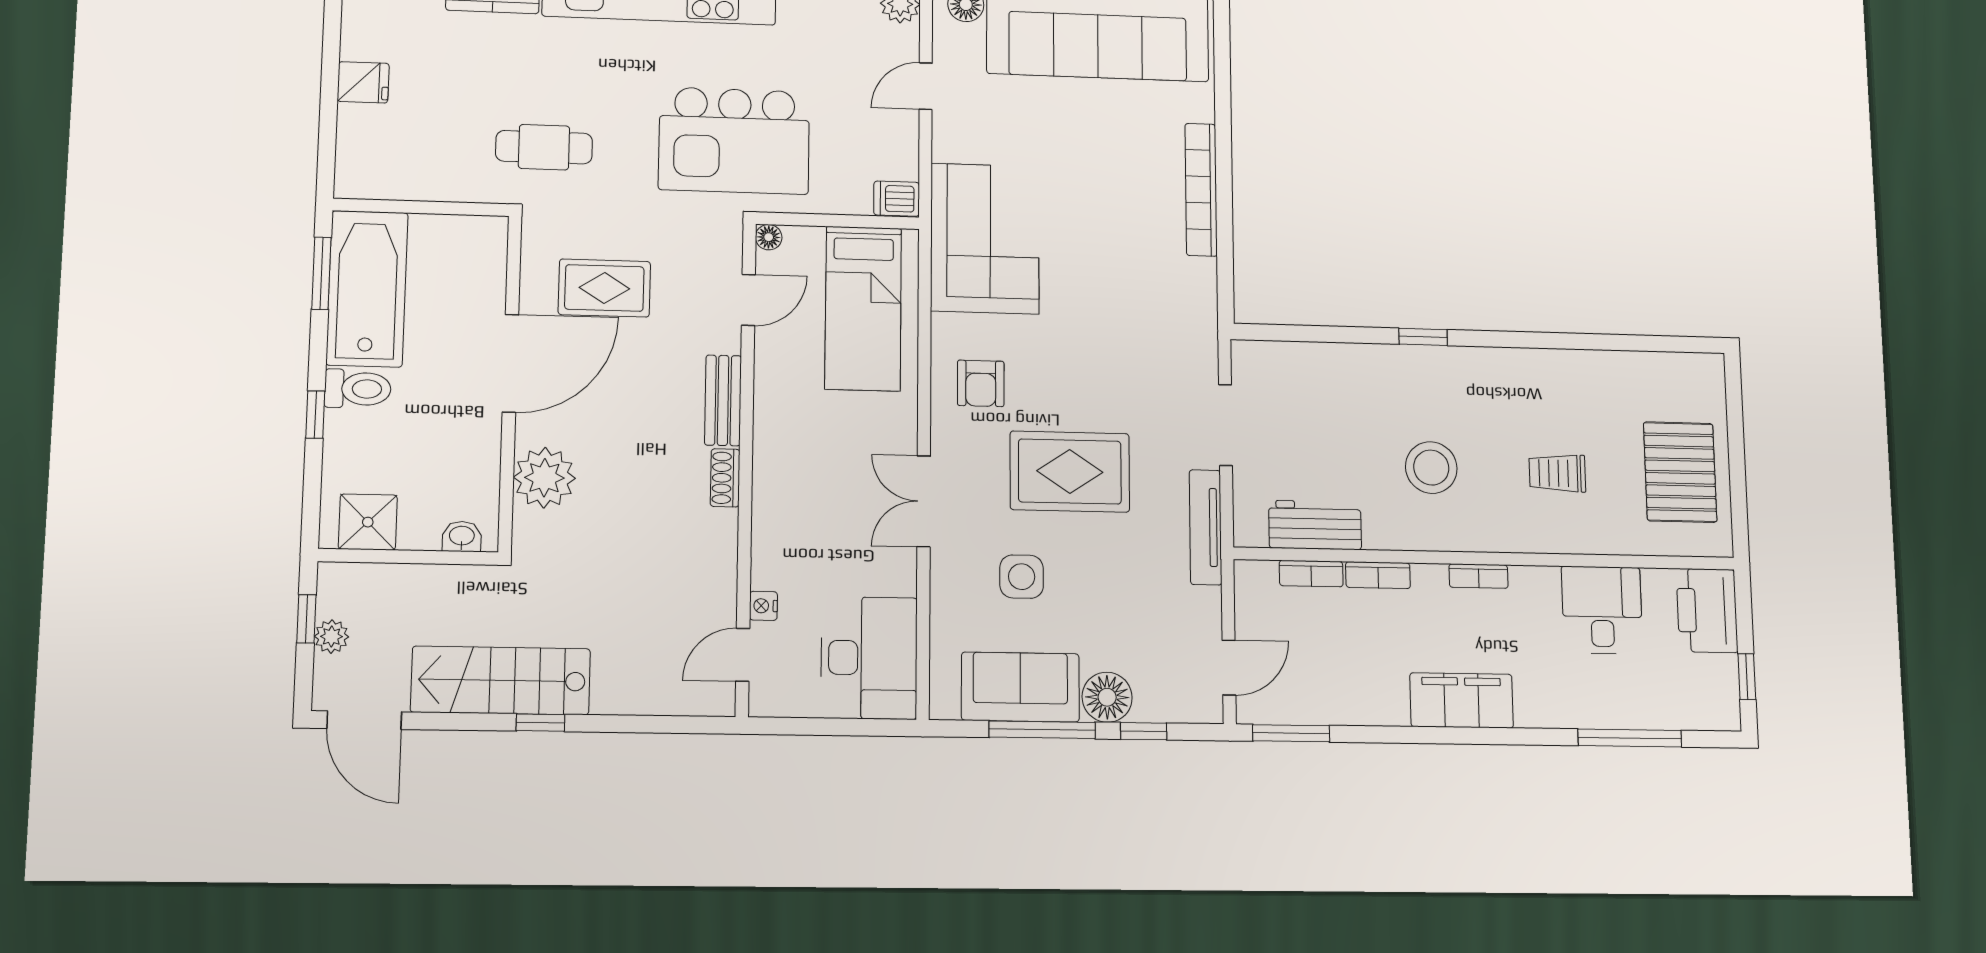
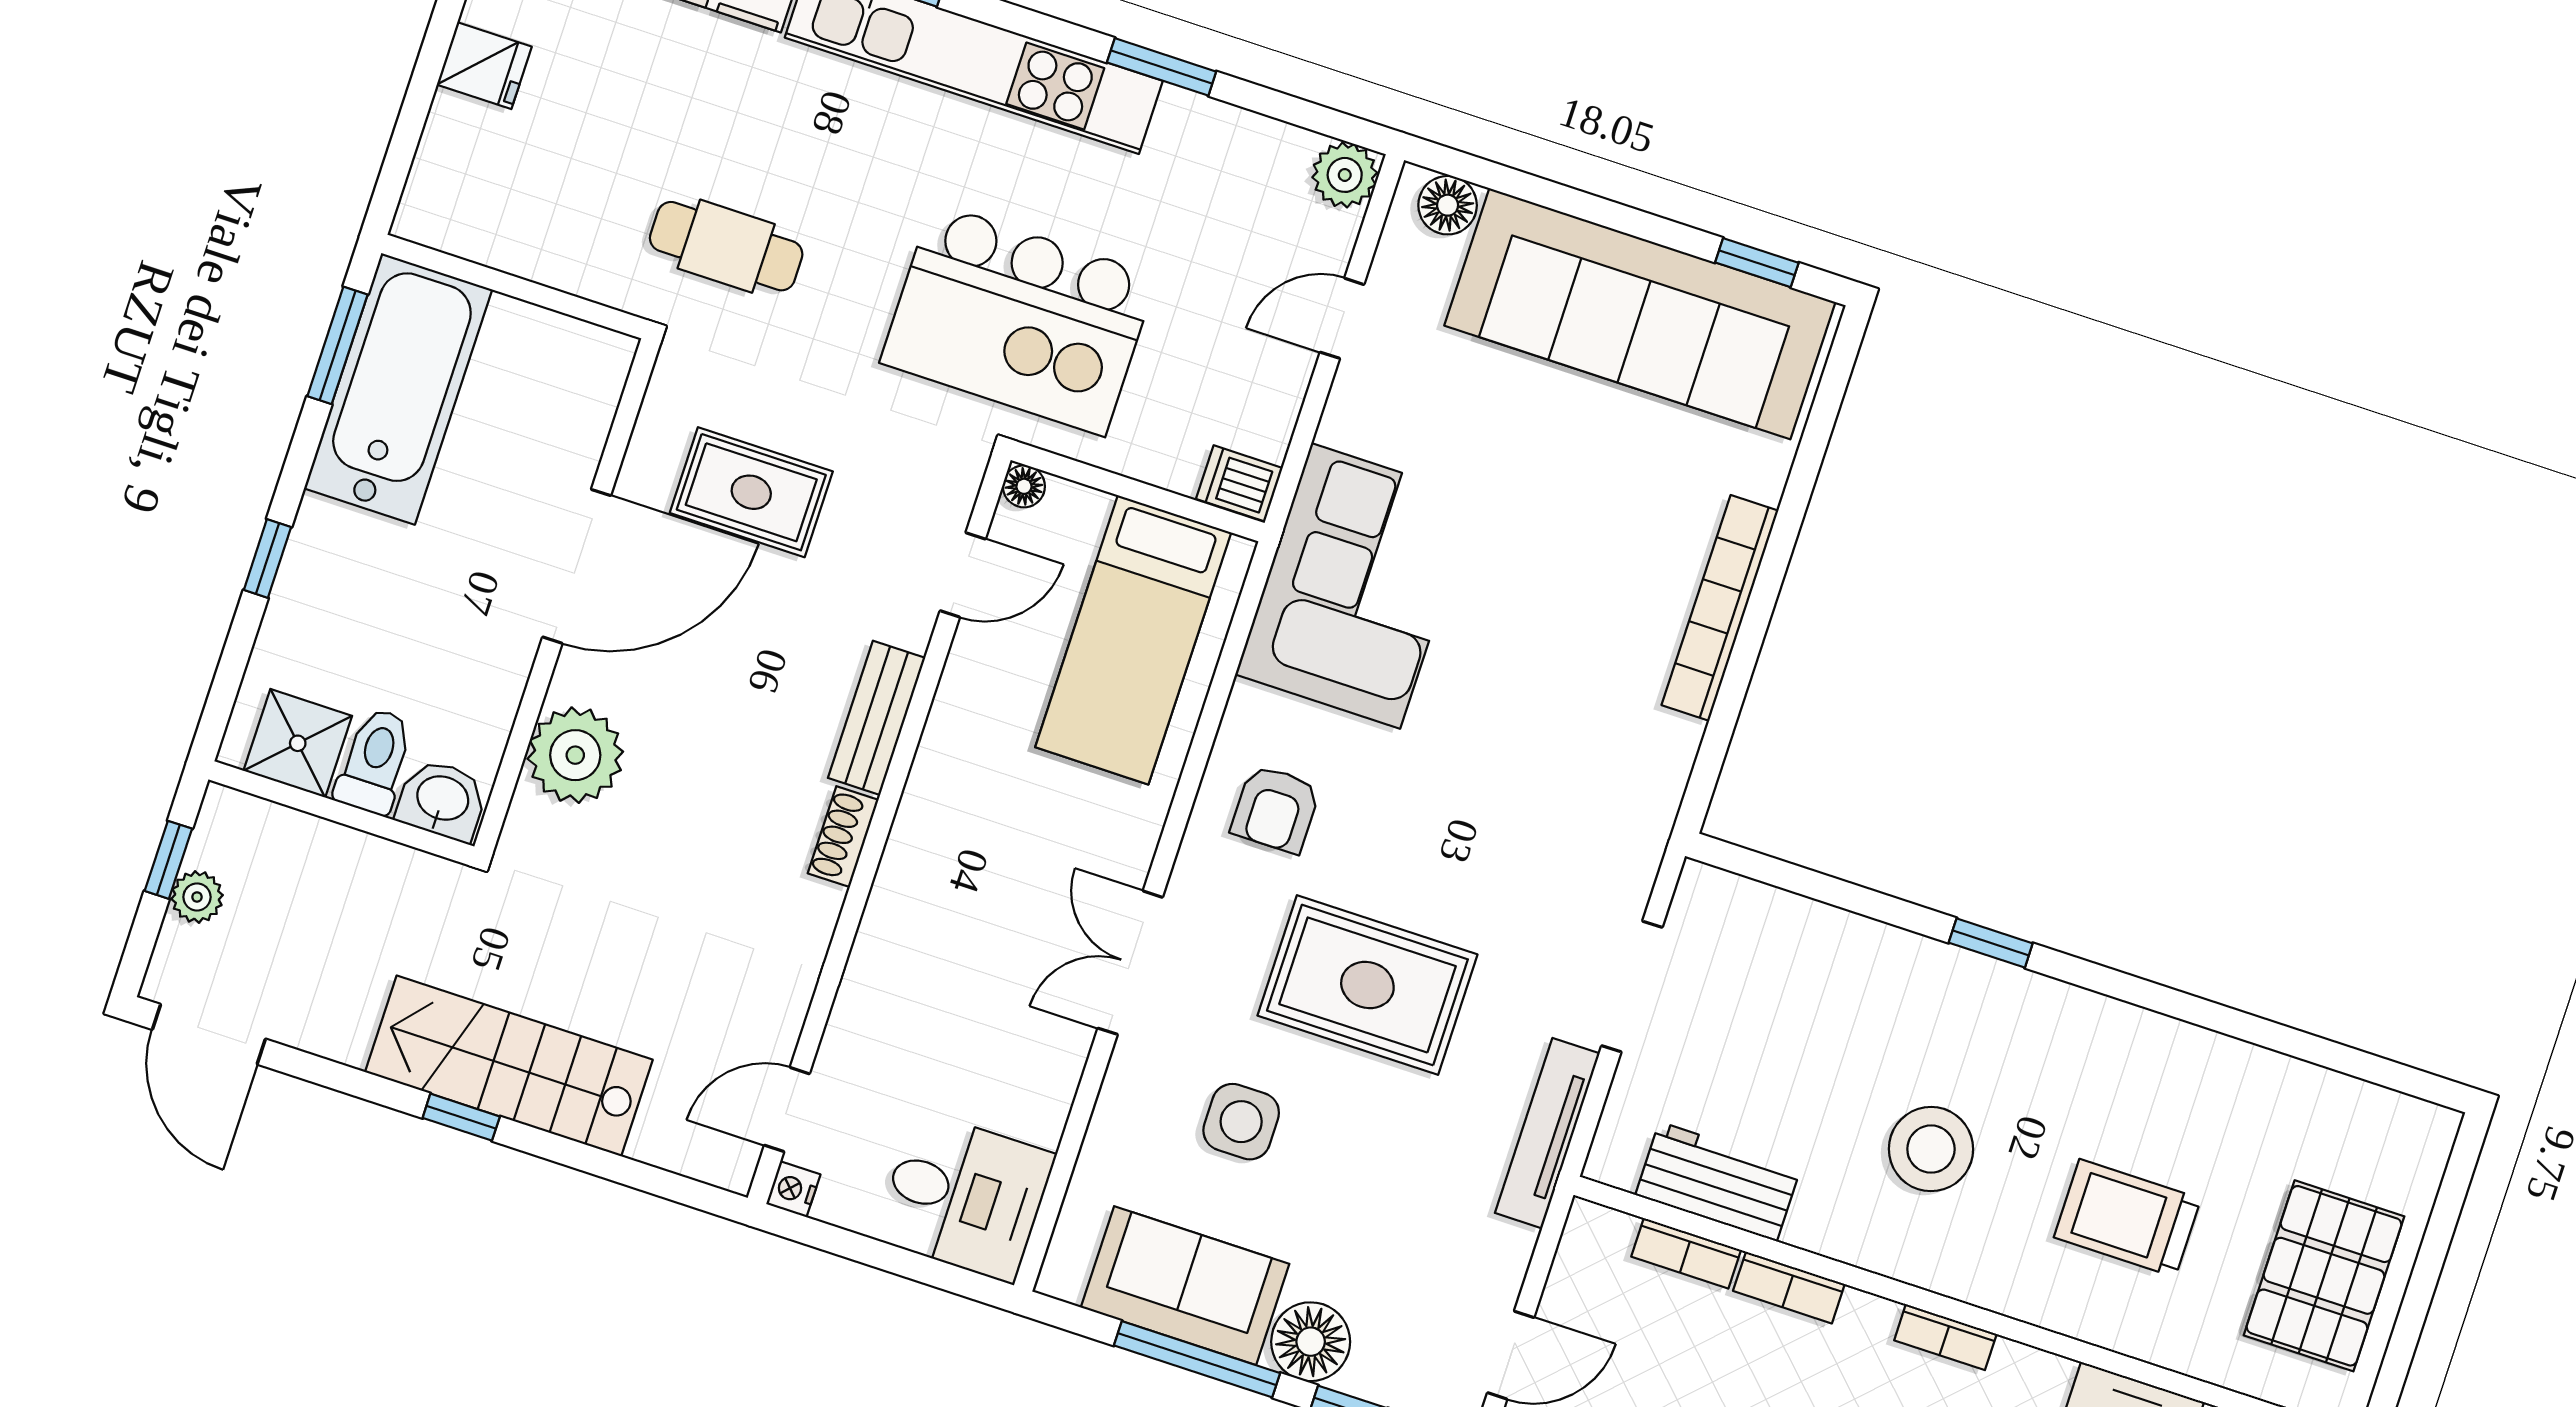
toilet: (358, 389) -> (375, 761), moved, turned -90
trolley: (1557, 473) -> (2127, 1218), width x1.36, depth x1.39
washbasin: (462, 537) -> (442, 800), width x1.38, depth x1.45
nightstand: (763, 606) -> (793, 1189), moved
desk: (869, 658) -> (965, 1197), width x0.73
stairs: (501, 680) -> (509, 1066), moved

